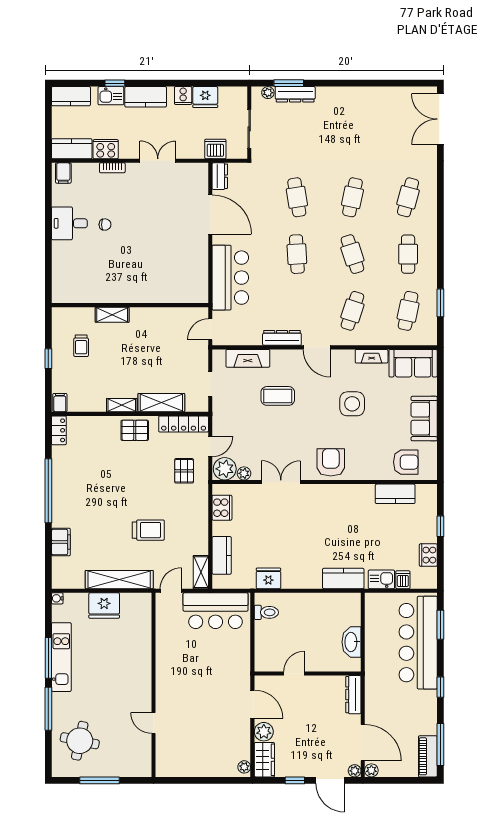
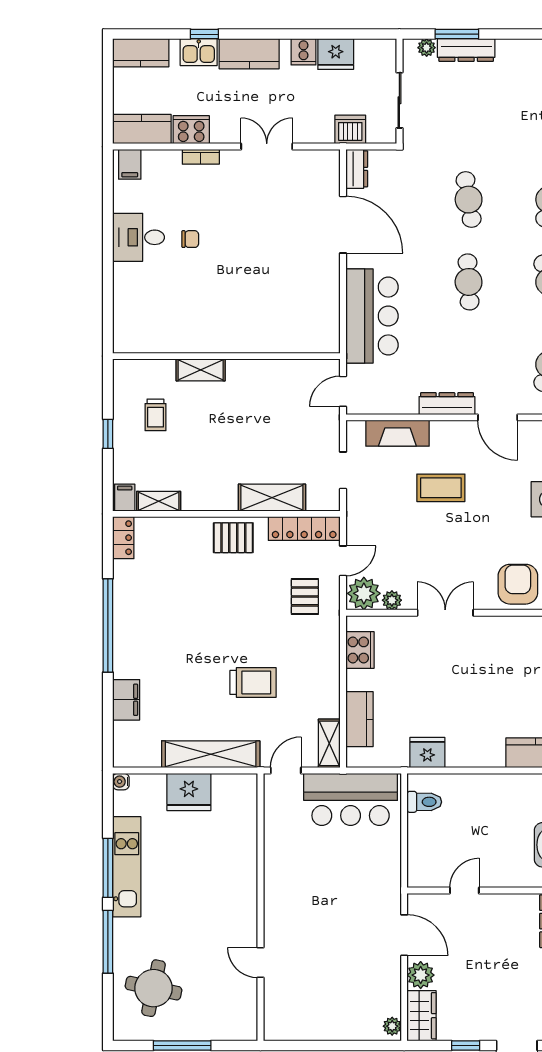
shelving: (122, 405) -> (159, 501), moved

